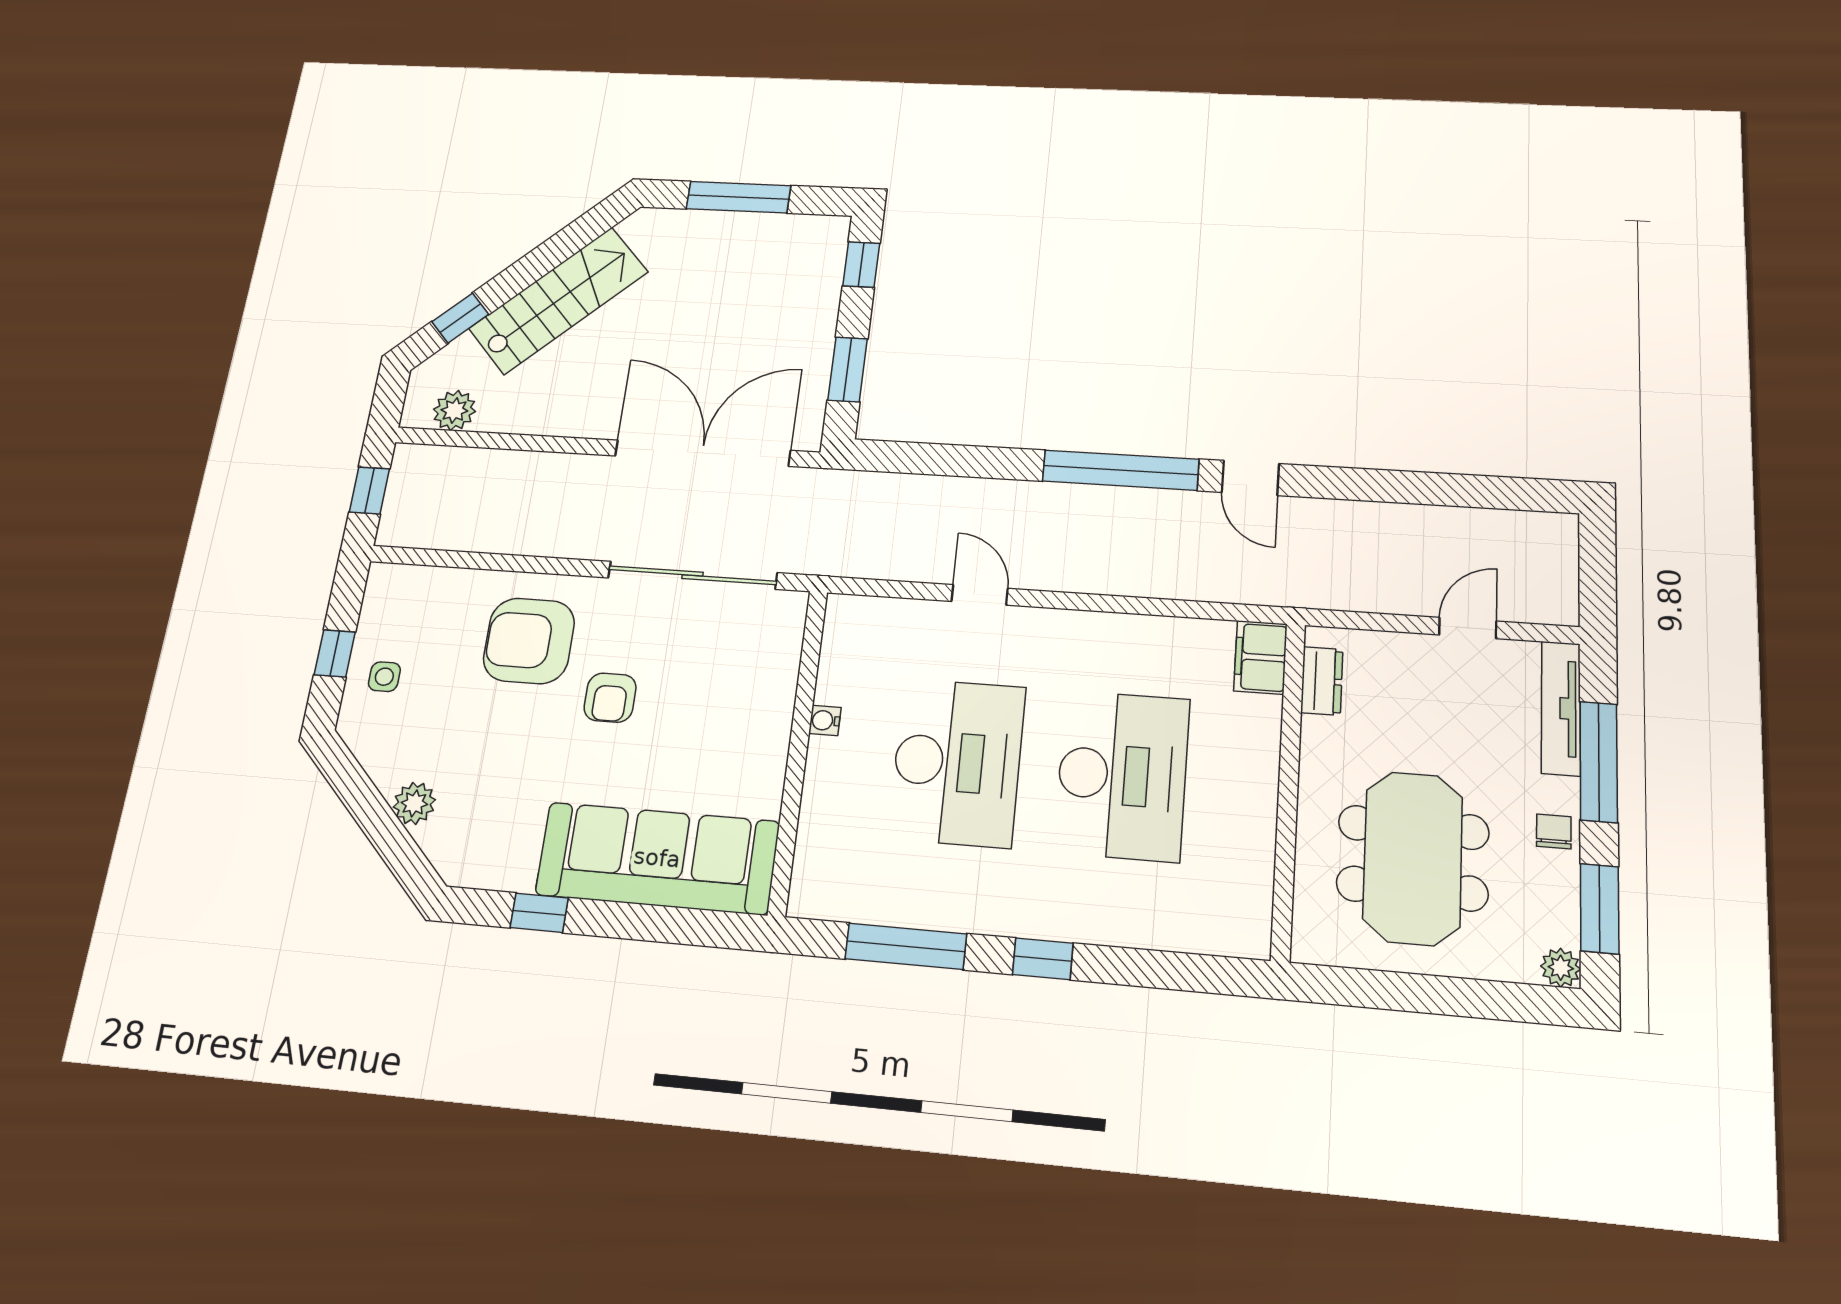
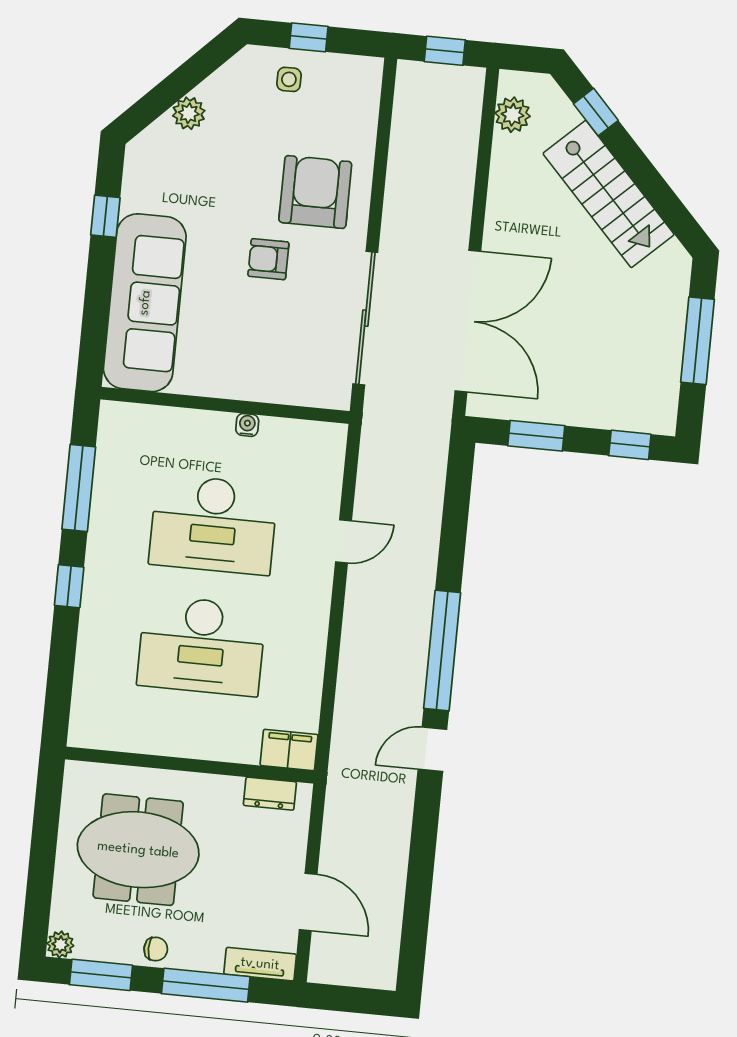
door: (1468, 628) -> (308, 902), width x1.38
tv unit: (1561, 708) -> (260, 964), width x0.71

